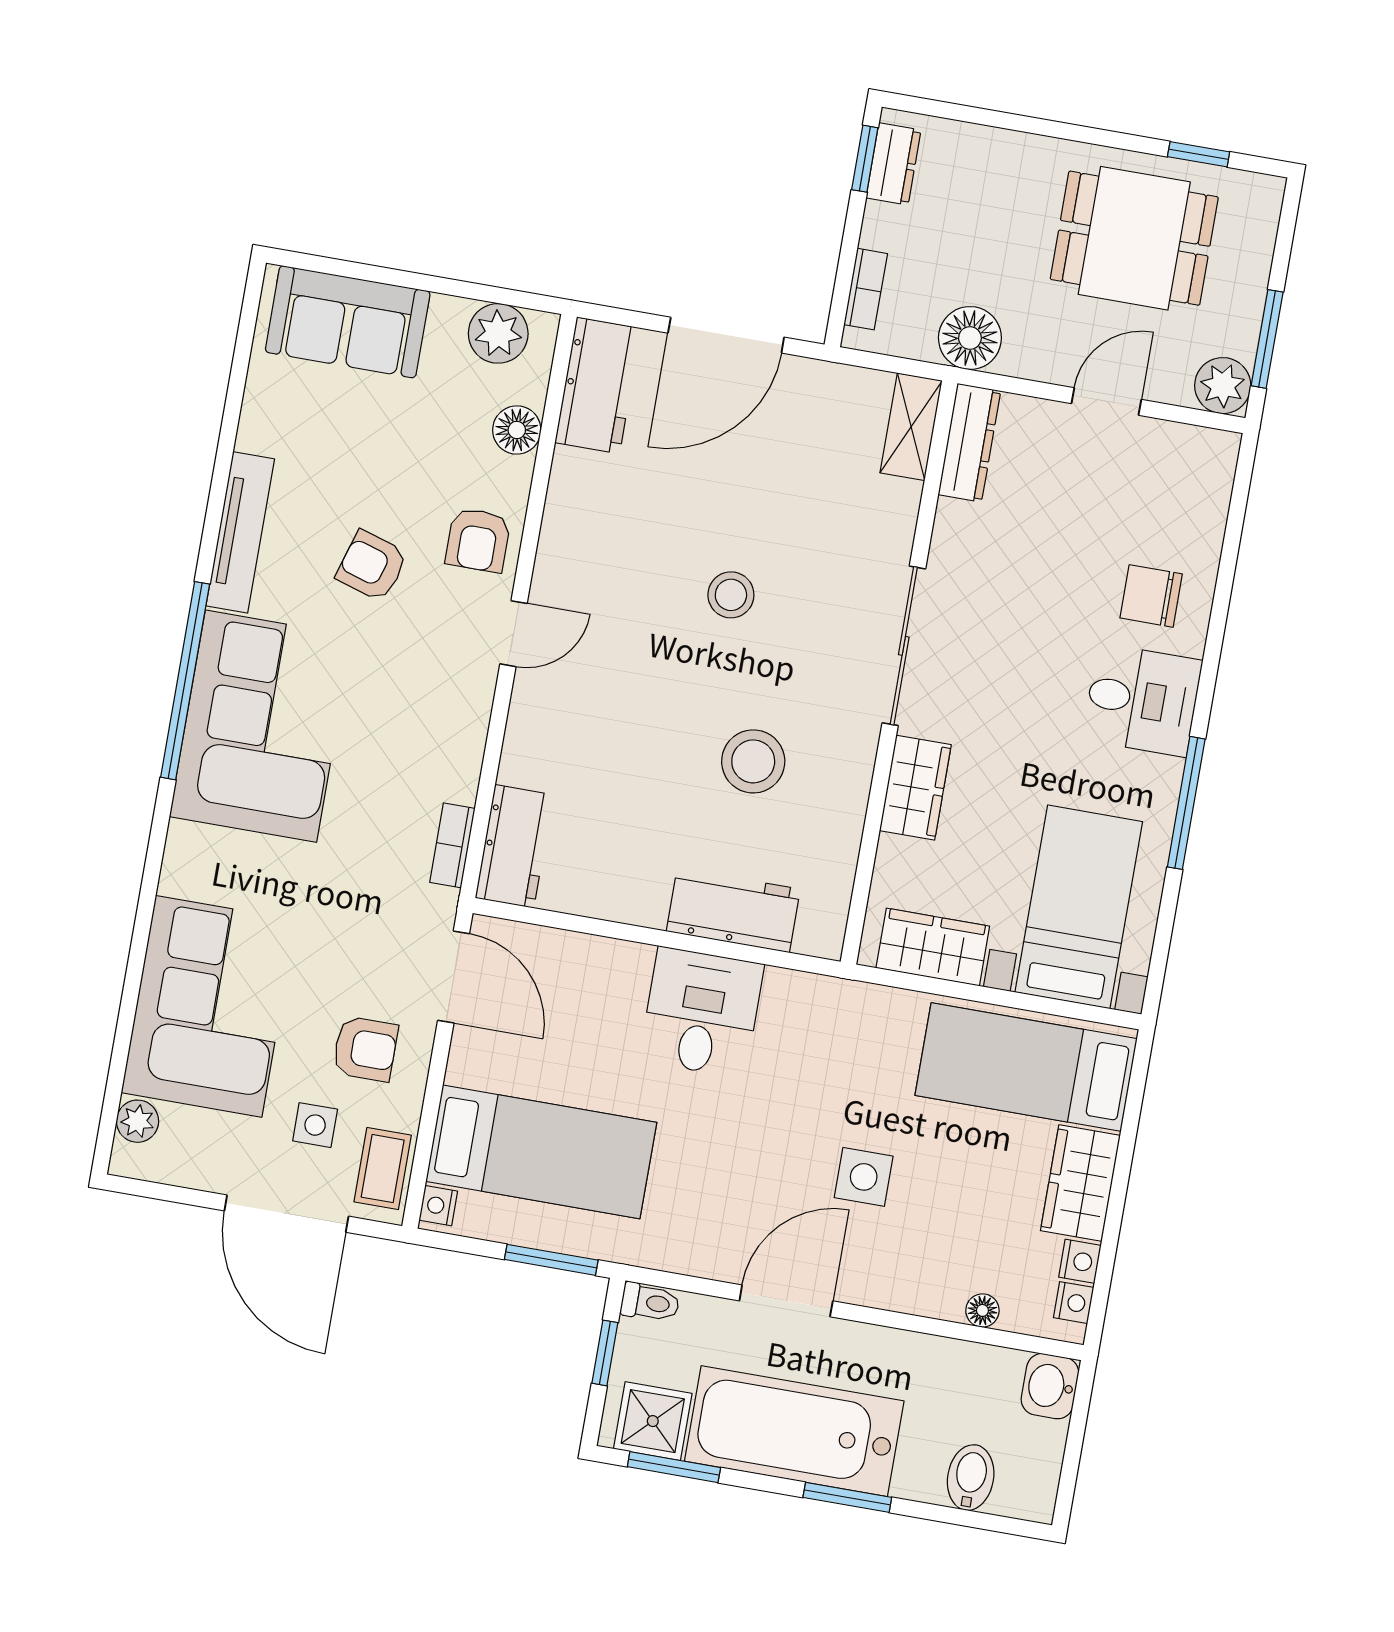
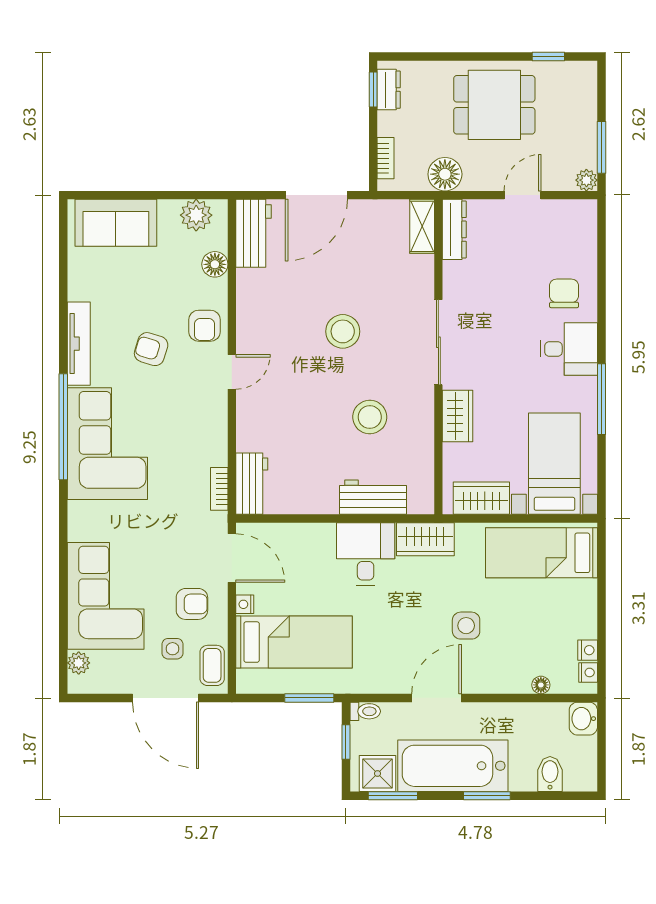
dining table: (1134, 238) -> (494, 105), moved
plant: (1223, 386) -> (586, 180), width x0.73, depth x0.73
stool: (731, 595) -> (343, 331), width x1.38, depth x1.38
chair: (1151, 596) -> (564, 293), turned 90
wardrobe: (1080, 1183) -> (425, 539), moved, turned -90
nightstand: (438, 1206) -> (245, 604), moved

